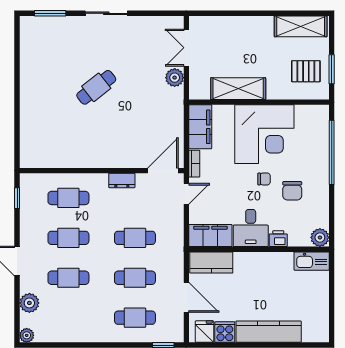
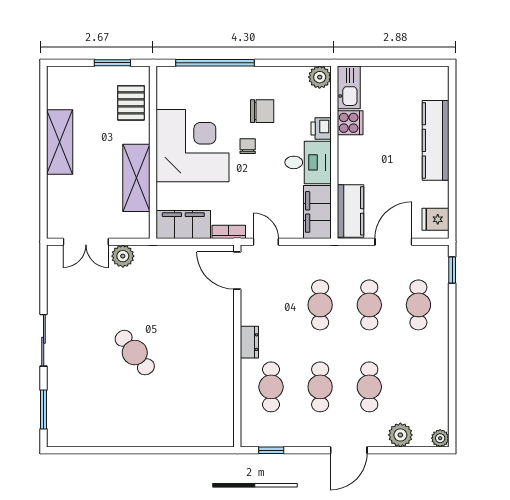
shelving: (301, 26) -> (60, 142), moved
pallet: (306, 71) -> (131, 103), moved
dresser: (122, 180) -> (249, 342), moved
cooker: (225, 332) -> (350, 123), moved, turned 180

